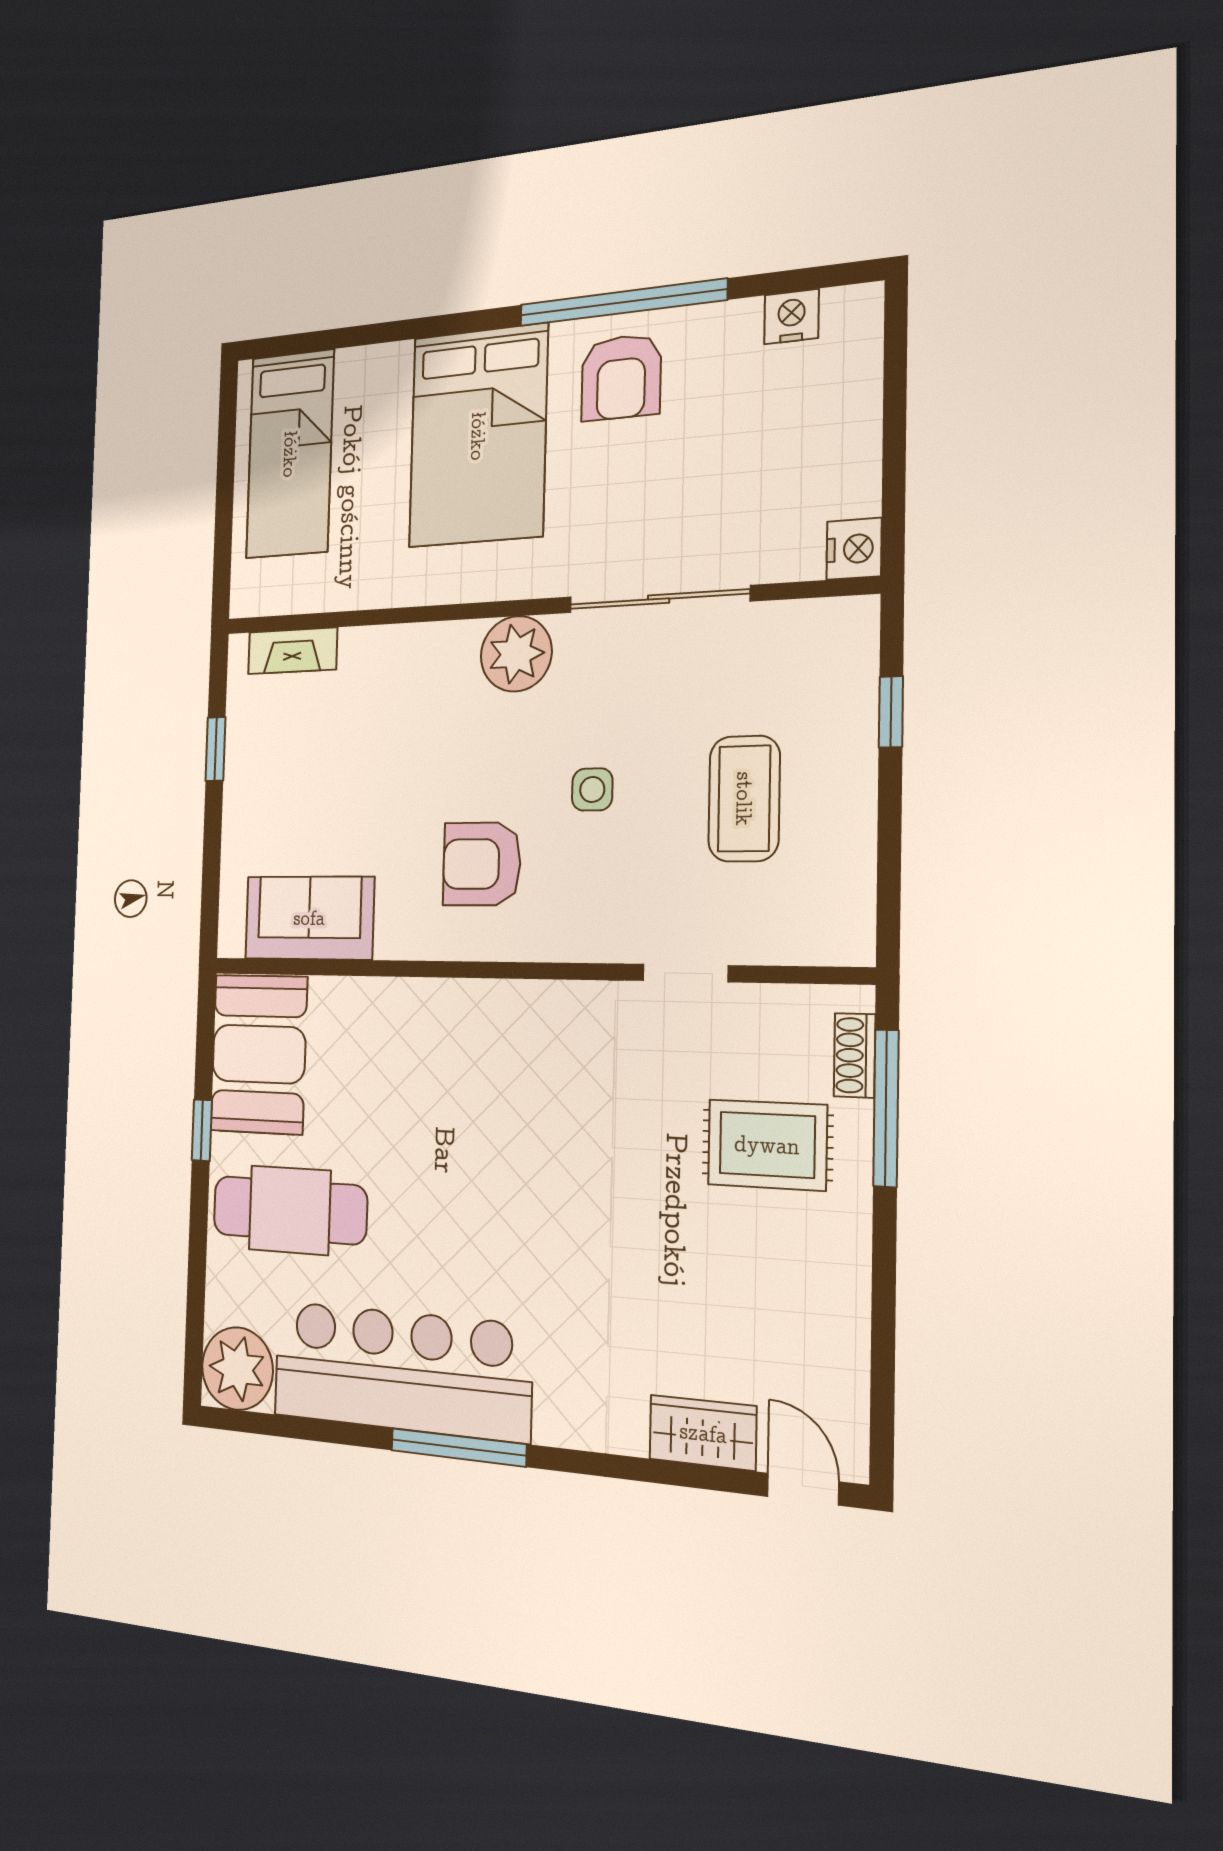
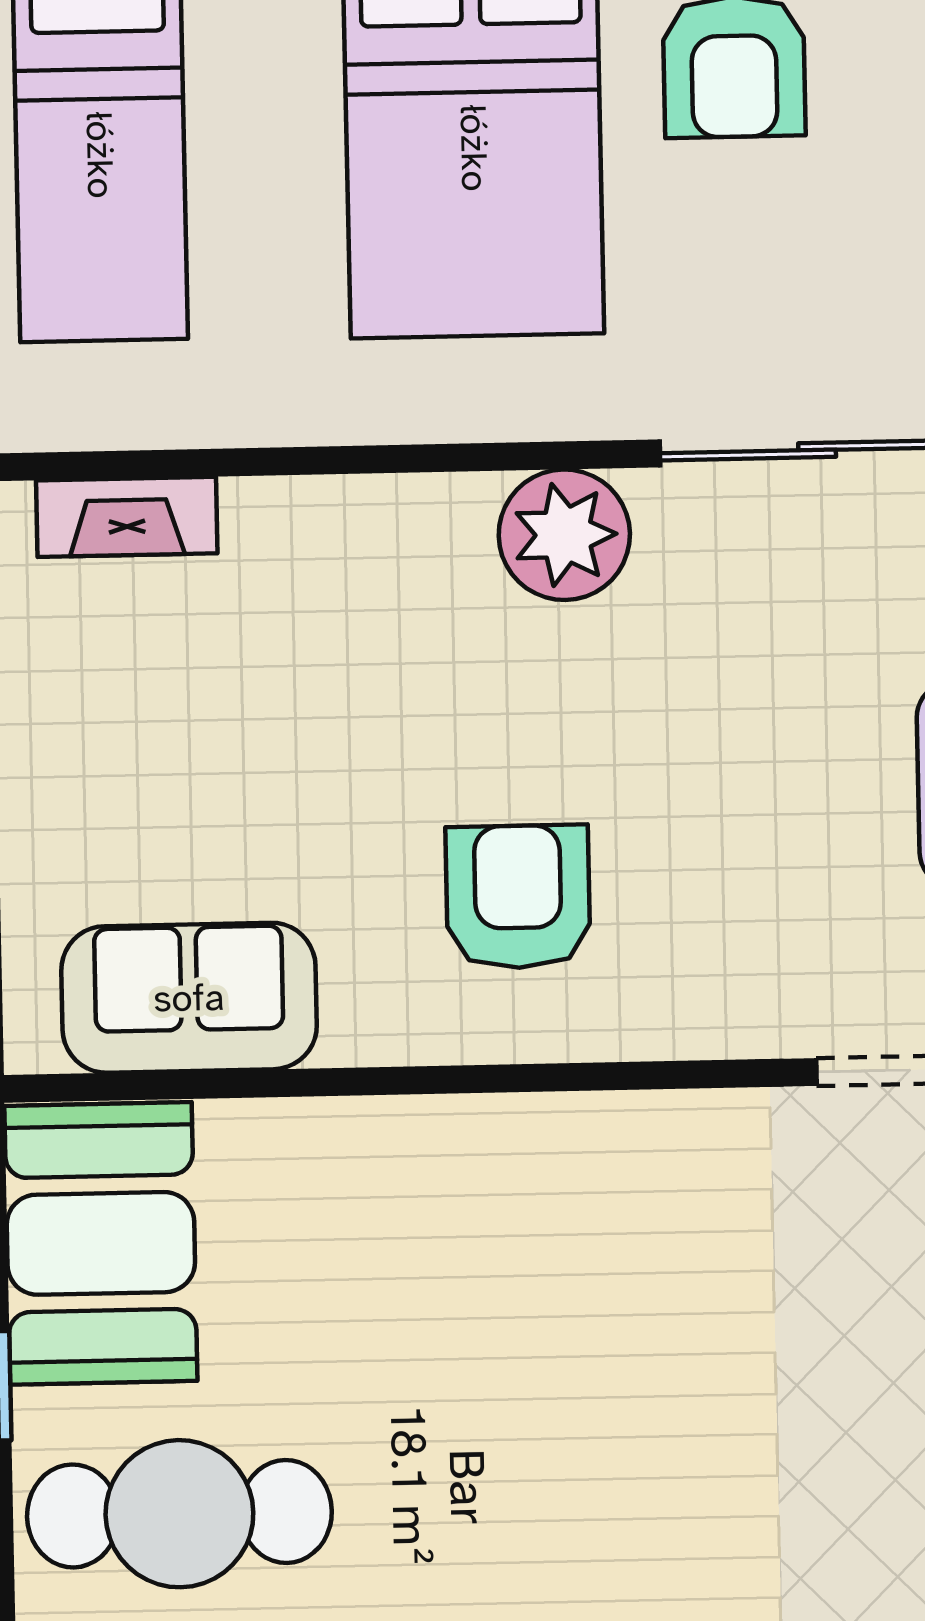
side table: (592, 789) -> (714, 769), removed
armchair: (482, 864) -> (518, 897), turned 90

